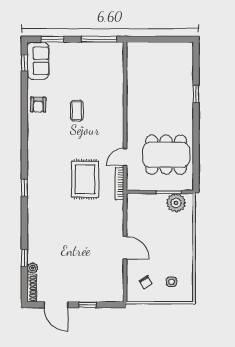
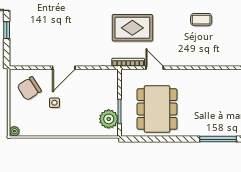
window: (196, 94) -> (218, 139), width x2.17
chair: (146, 282) -> (29, 88), width x1.87, depth x1.87
side table: (172, 282) -> (54, 103), moved
plant: (188, 297) -> (14, 131), added

